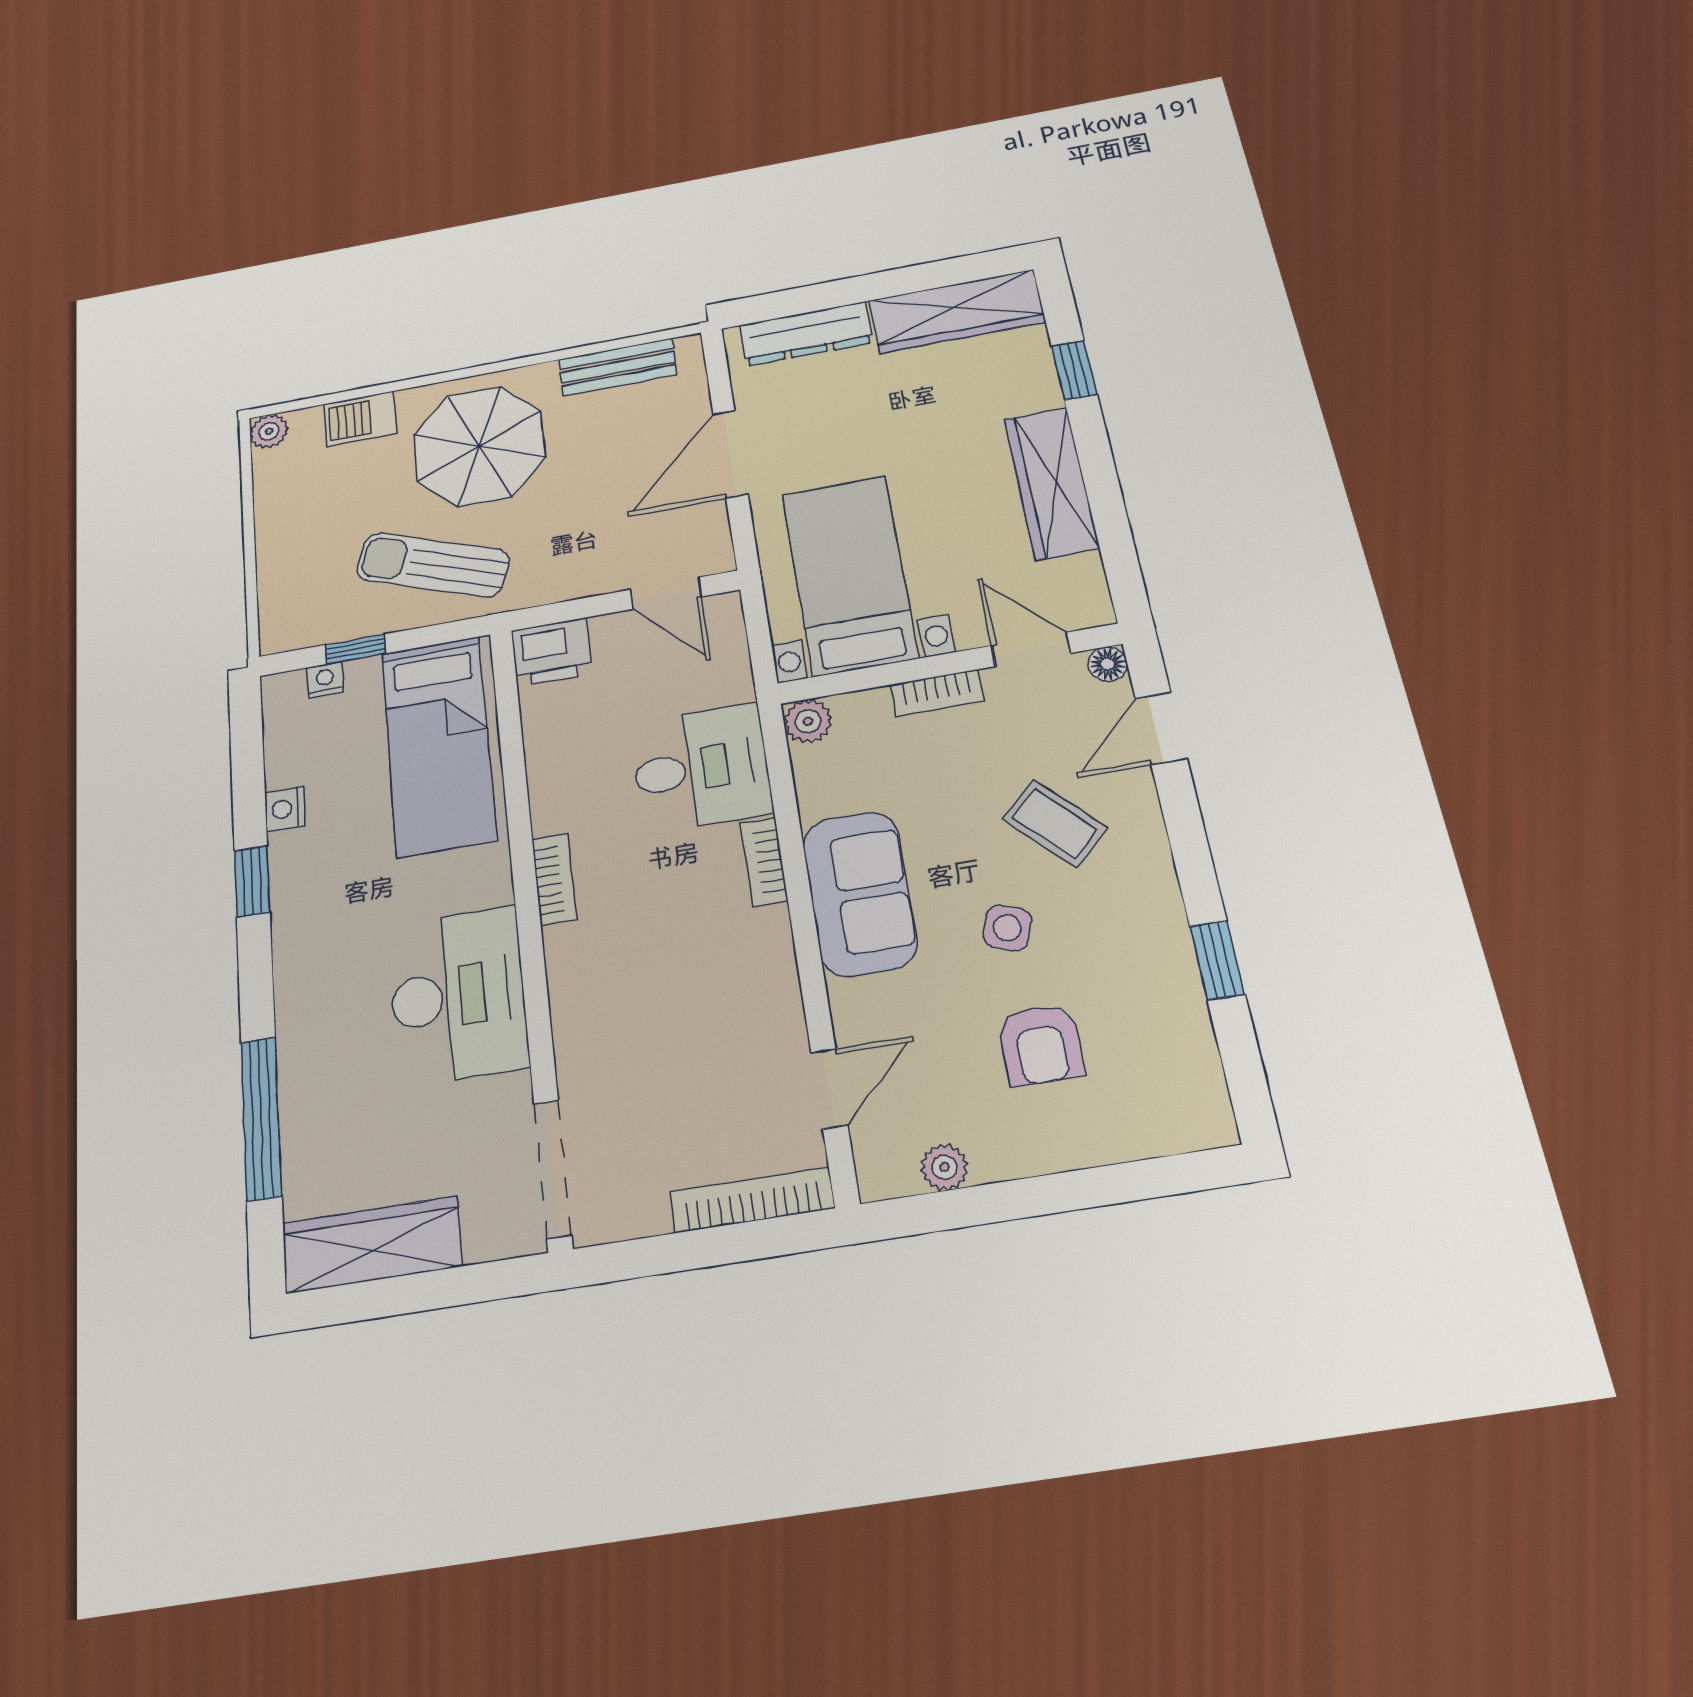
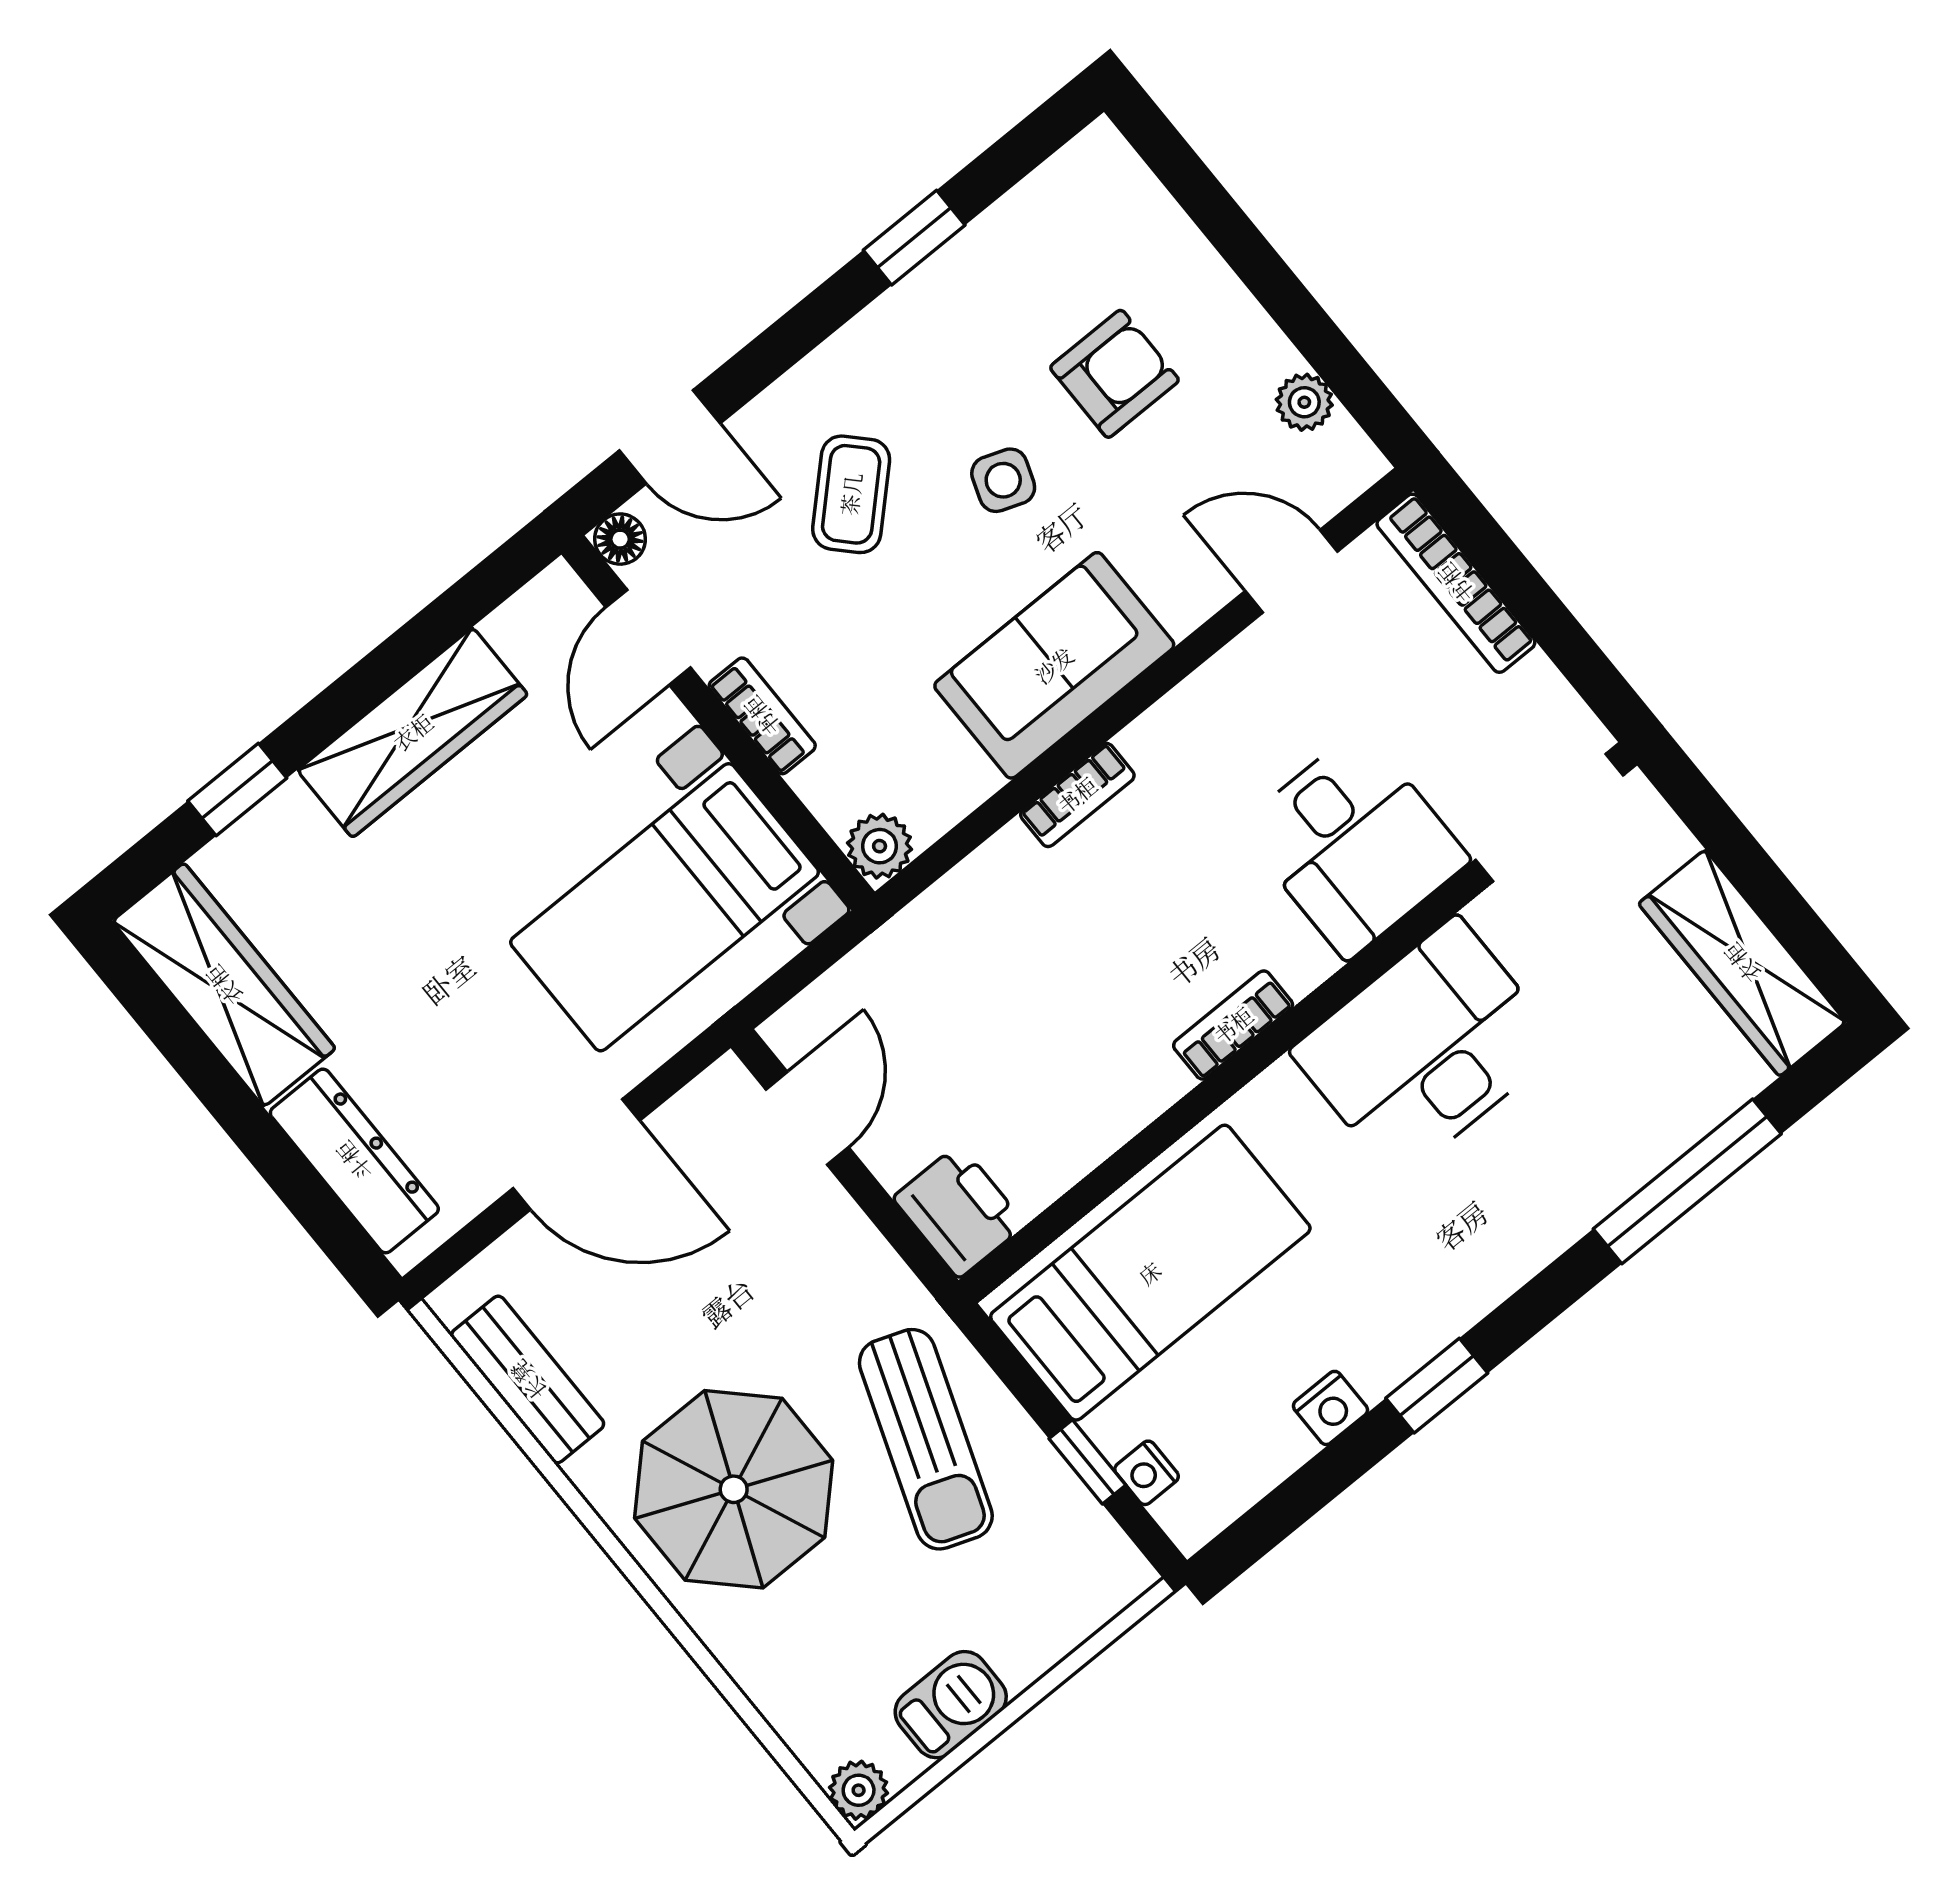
barbecue: (360, 419) -> (951, 1705), moved, turned -90
desk: (701, 768) -> (1354, 844), moved, turned 180

